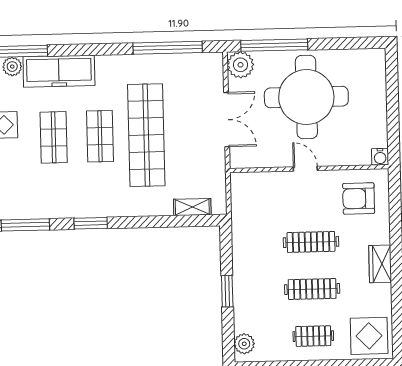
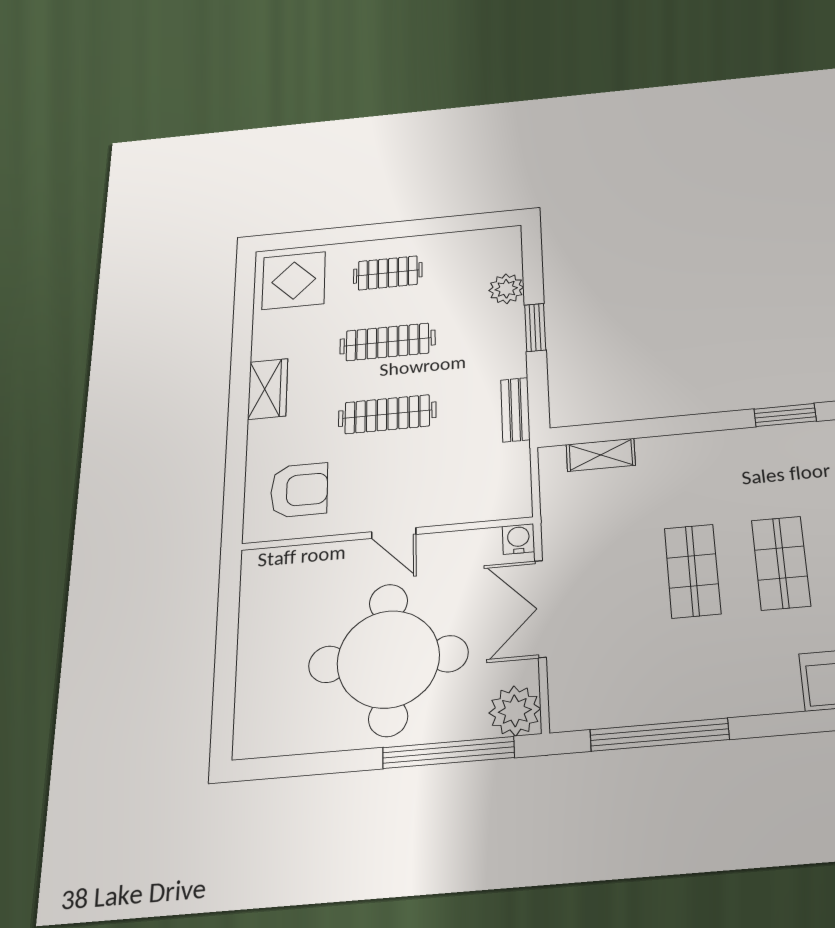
shop shelf: (146, 135) -> (692, 571), width x0.50, depth x0.74
water cooler: (380, 157) -> (518, 539), moved
bench: (239, 239) -> (515, 410), added
plant: (244, 344) -> (506, 289), moved

